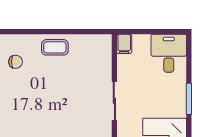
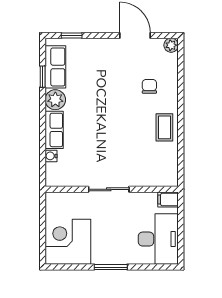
desk: (169, 53) -> (158, 239), width x1.37
chair: (16, 62) -> (149, 86), turned 180

